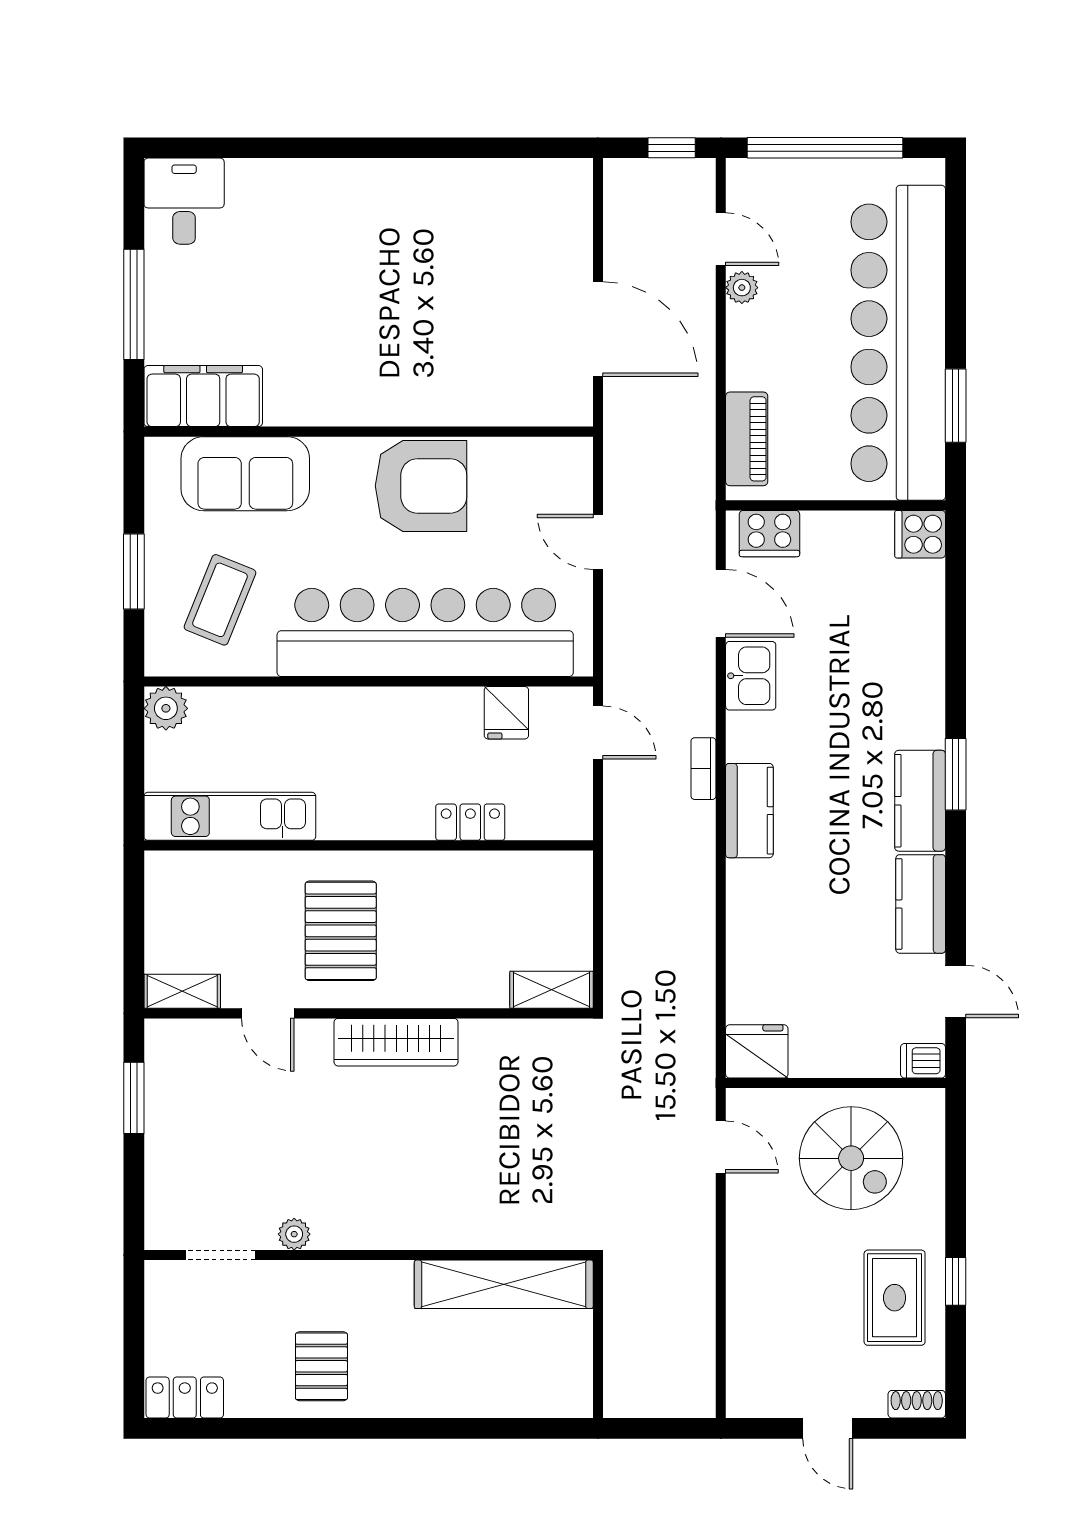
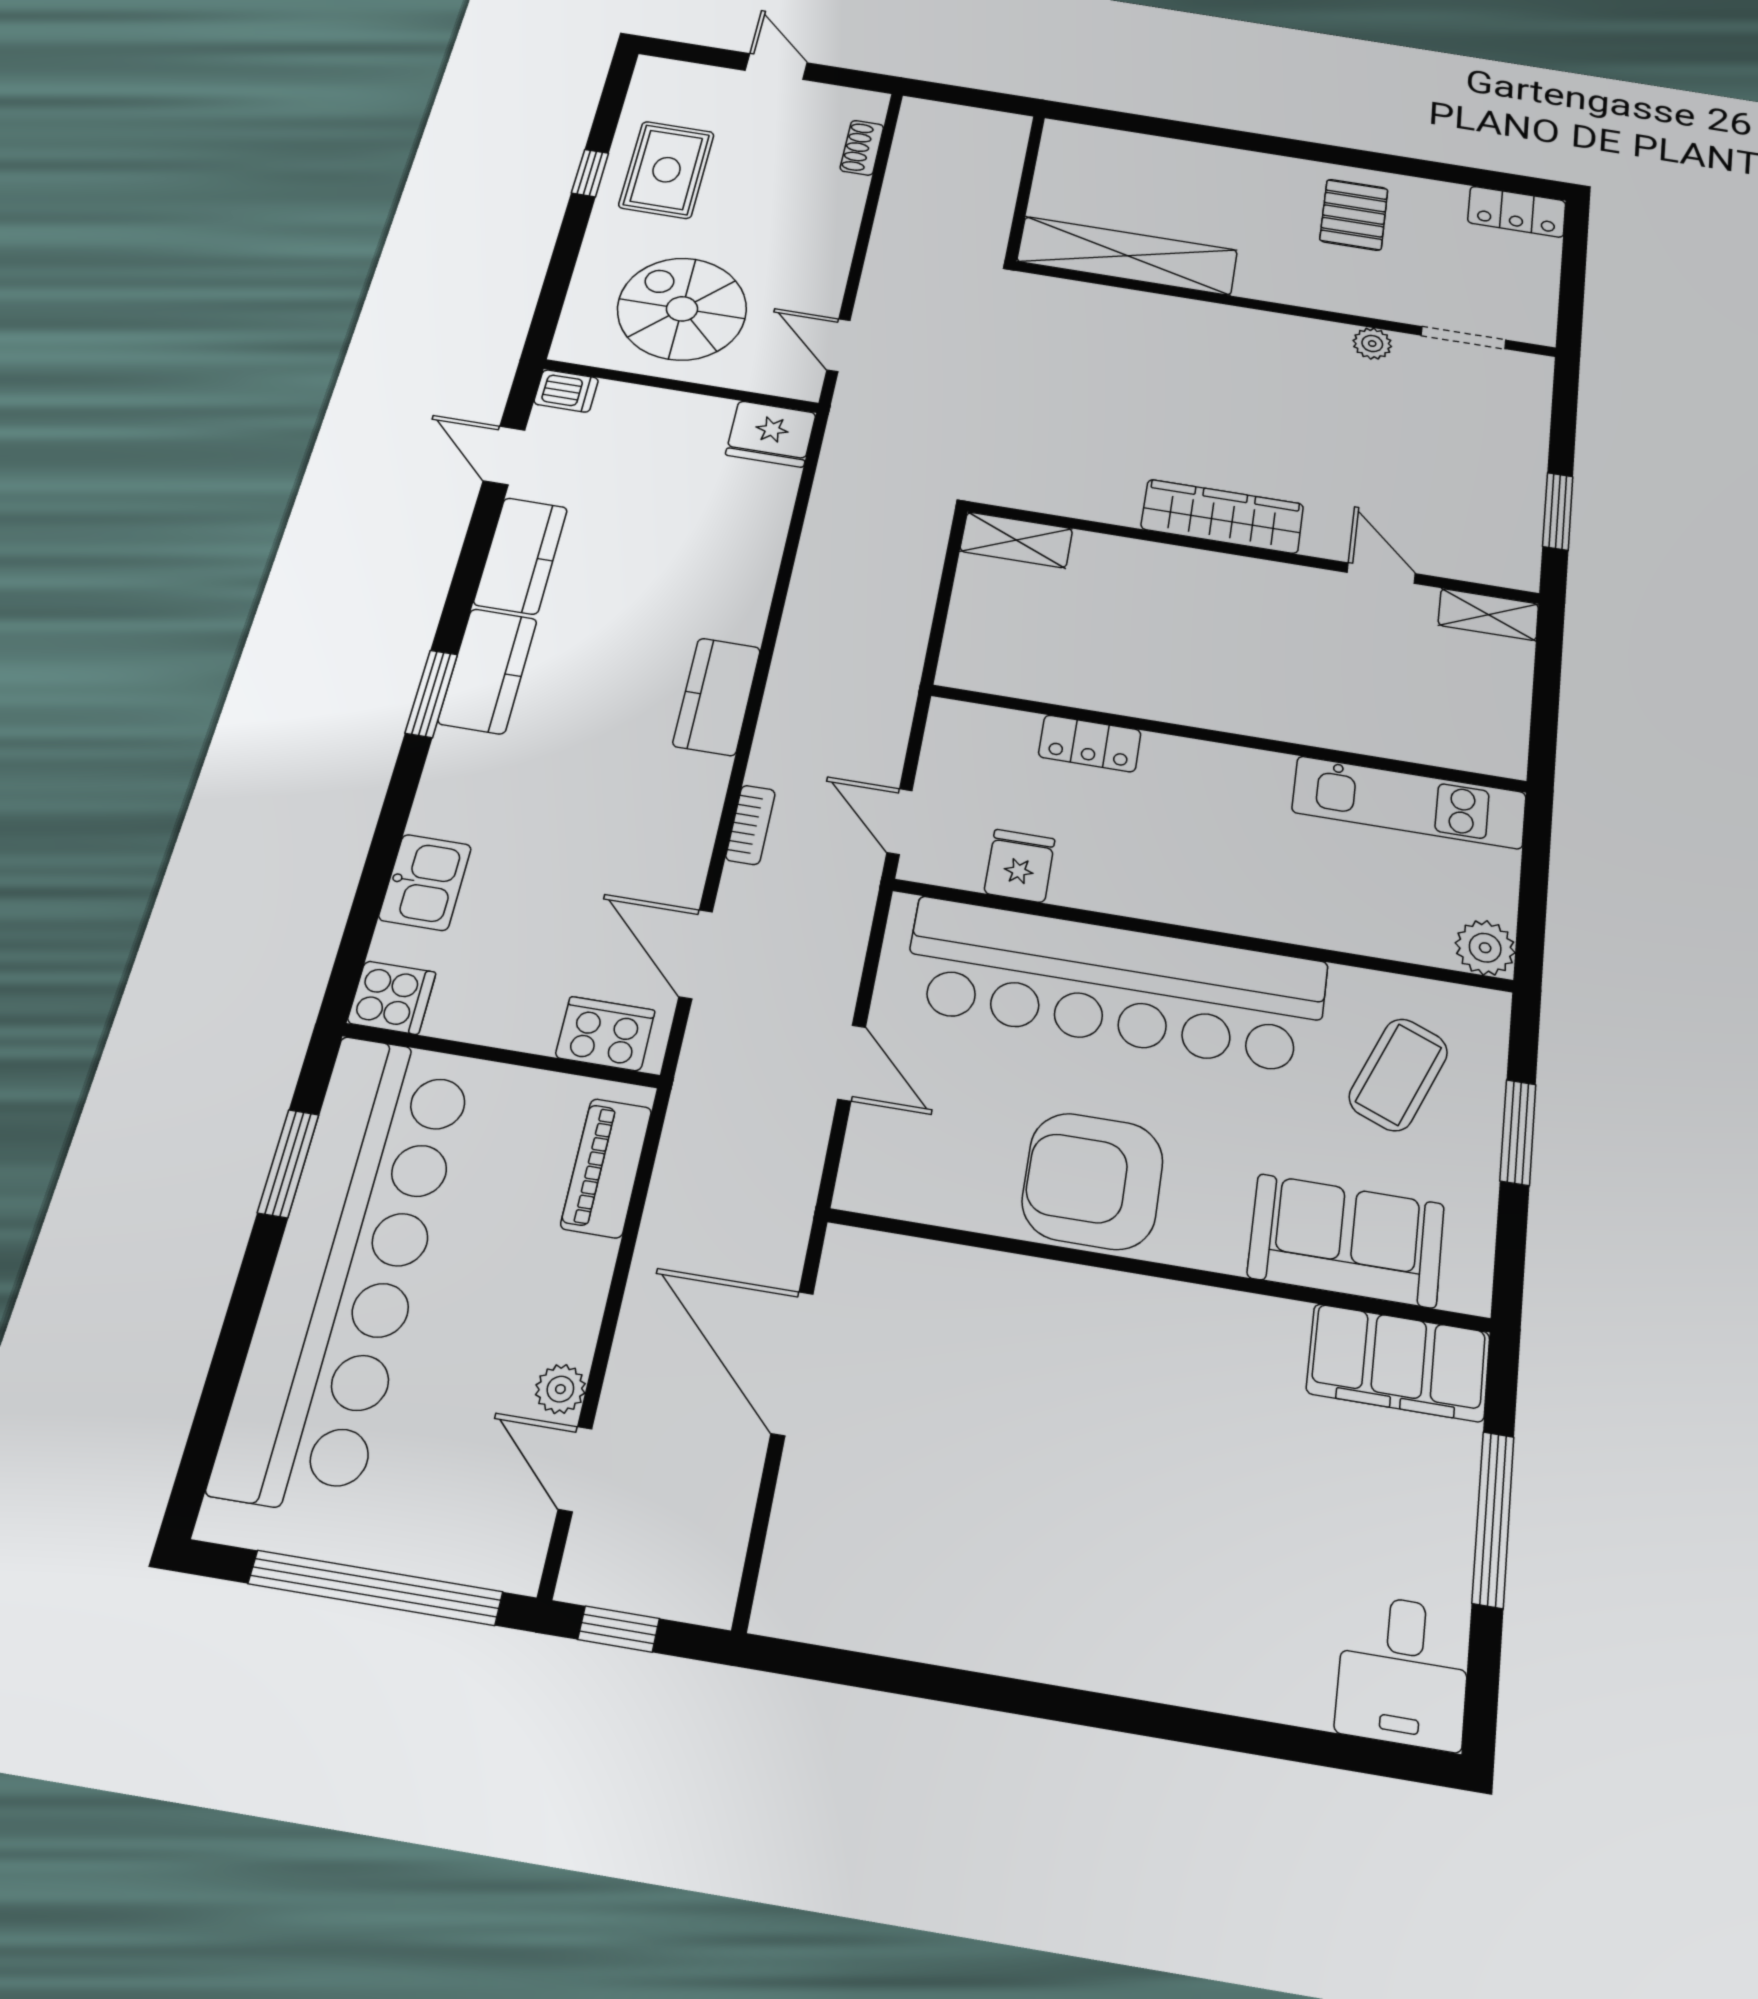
kitchen sink: (751, 676) -> (425, 882), moved, turned 180
bookcase: (703, 769) -> (750, 825), moved
pallet: (341, 931) -> (1277, 648), removed
shoe rack: (917, 1404) -> (862, 148), moved, turned 90

